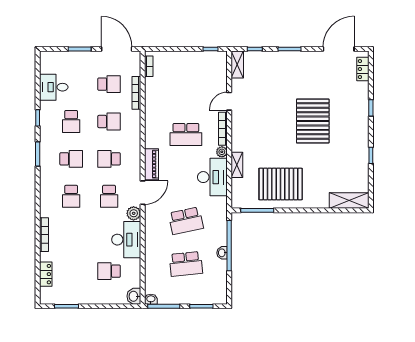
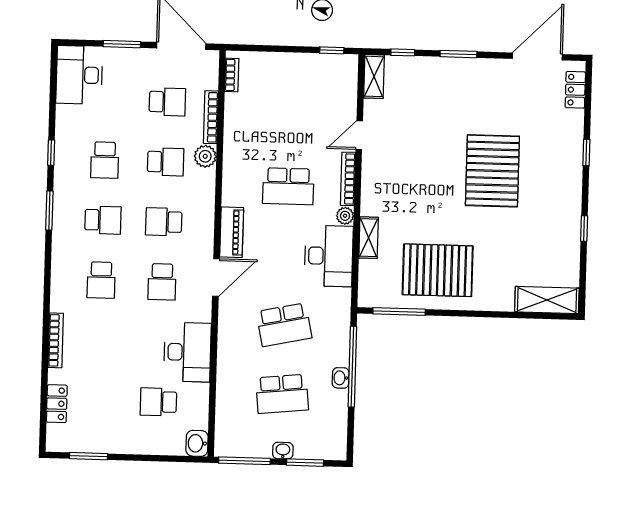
desk: (54, 87) -> (79, 75), moved, width x1.37
plant: (134, 213) -> (205, 156), moved
washbasin: (151, 299) -> (283, 451), moved

